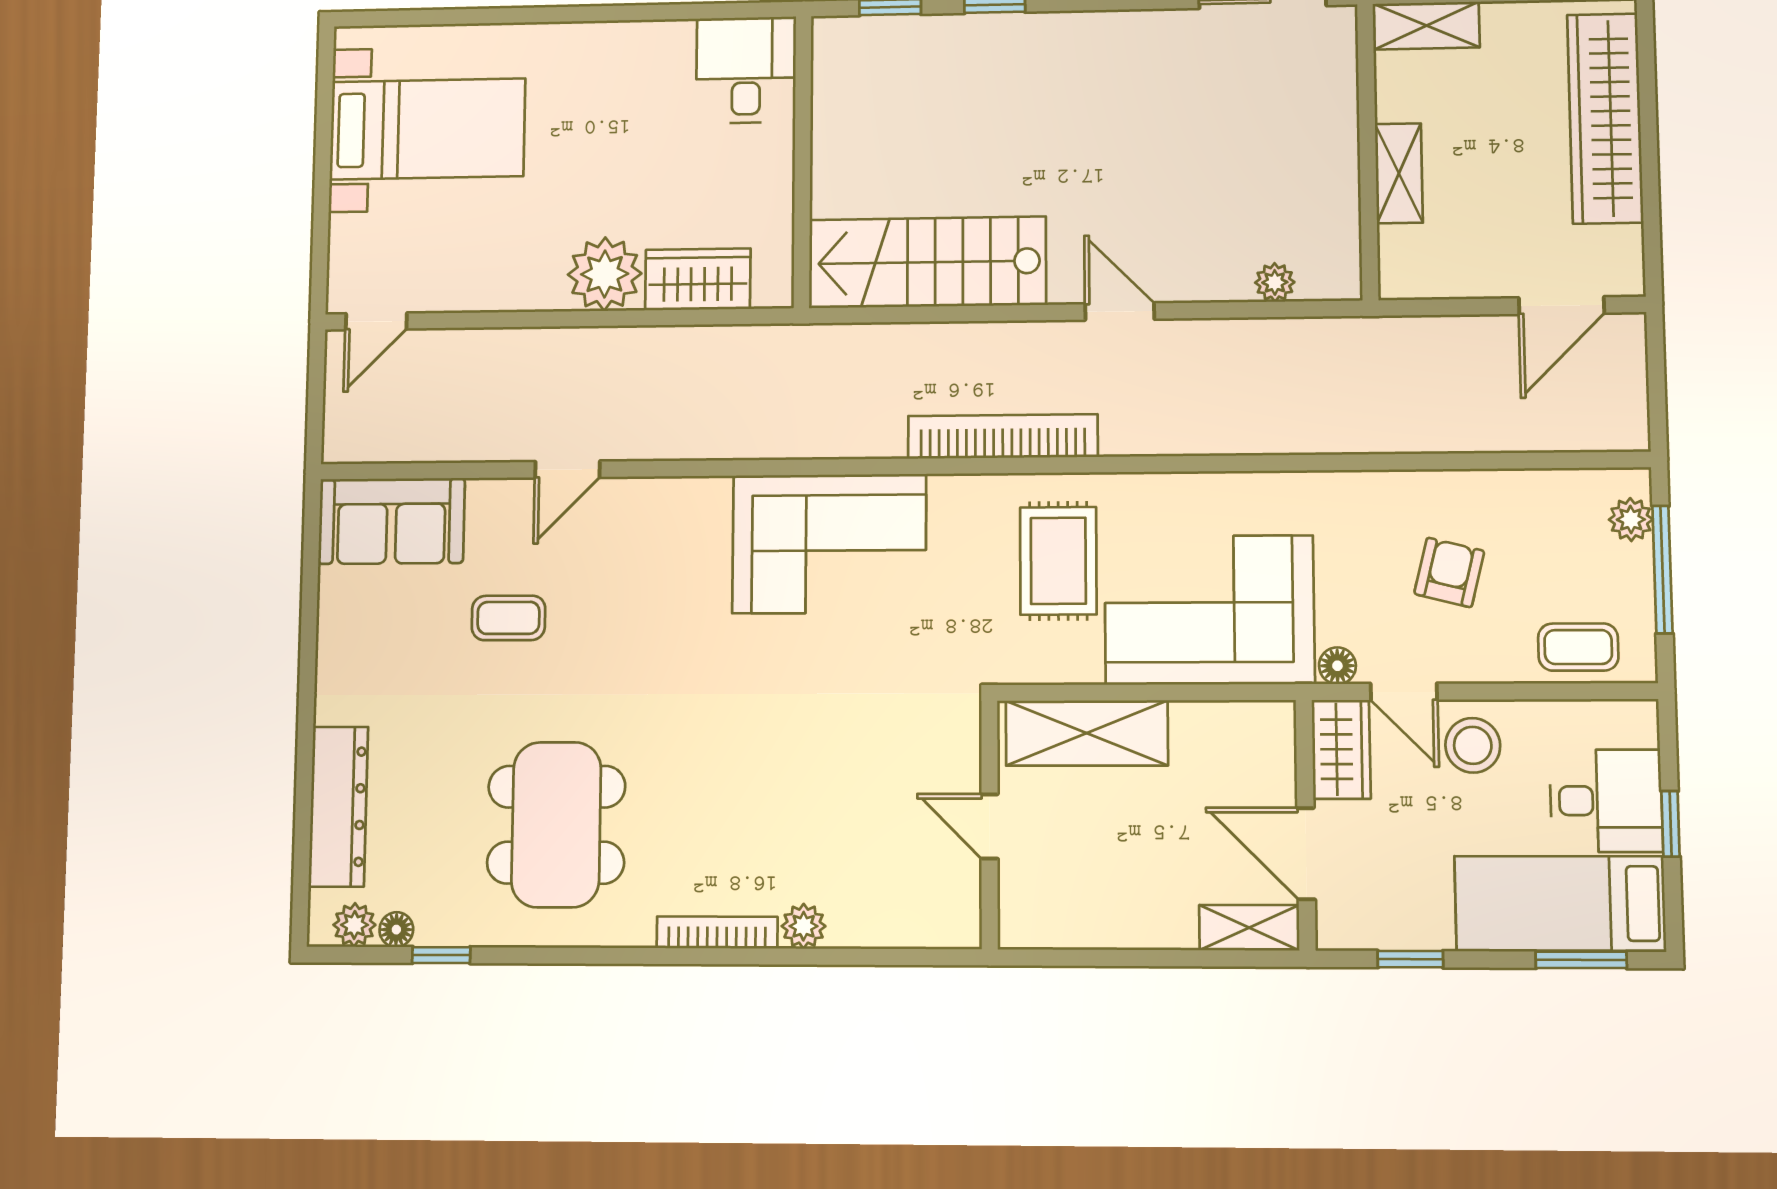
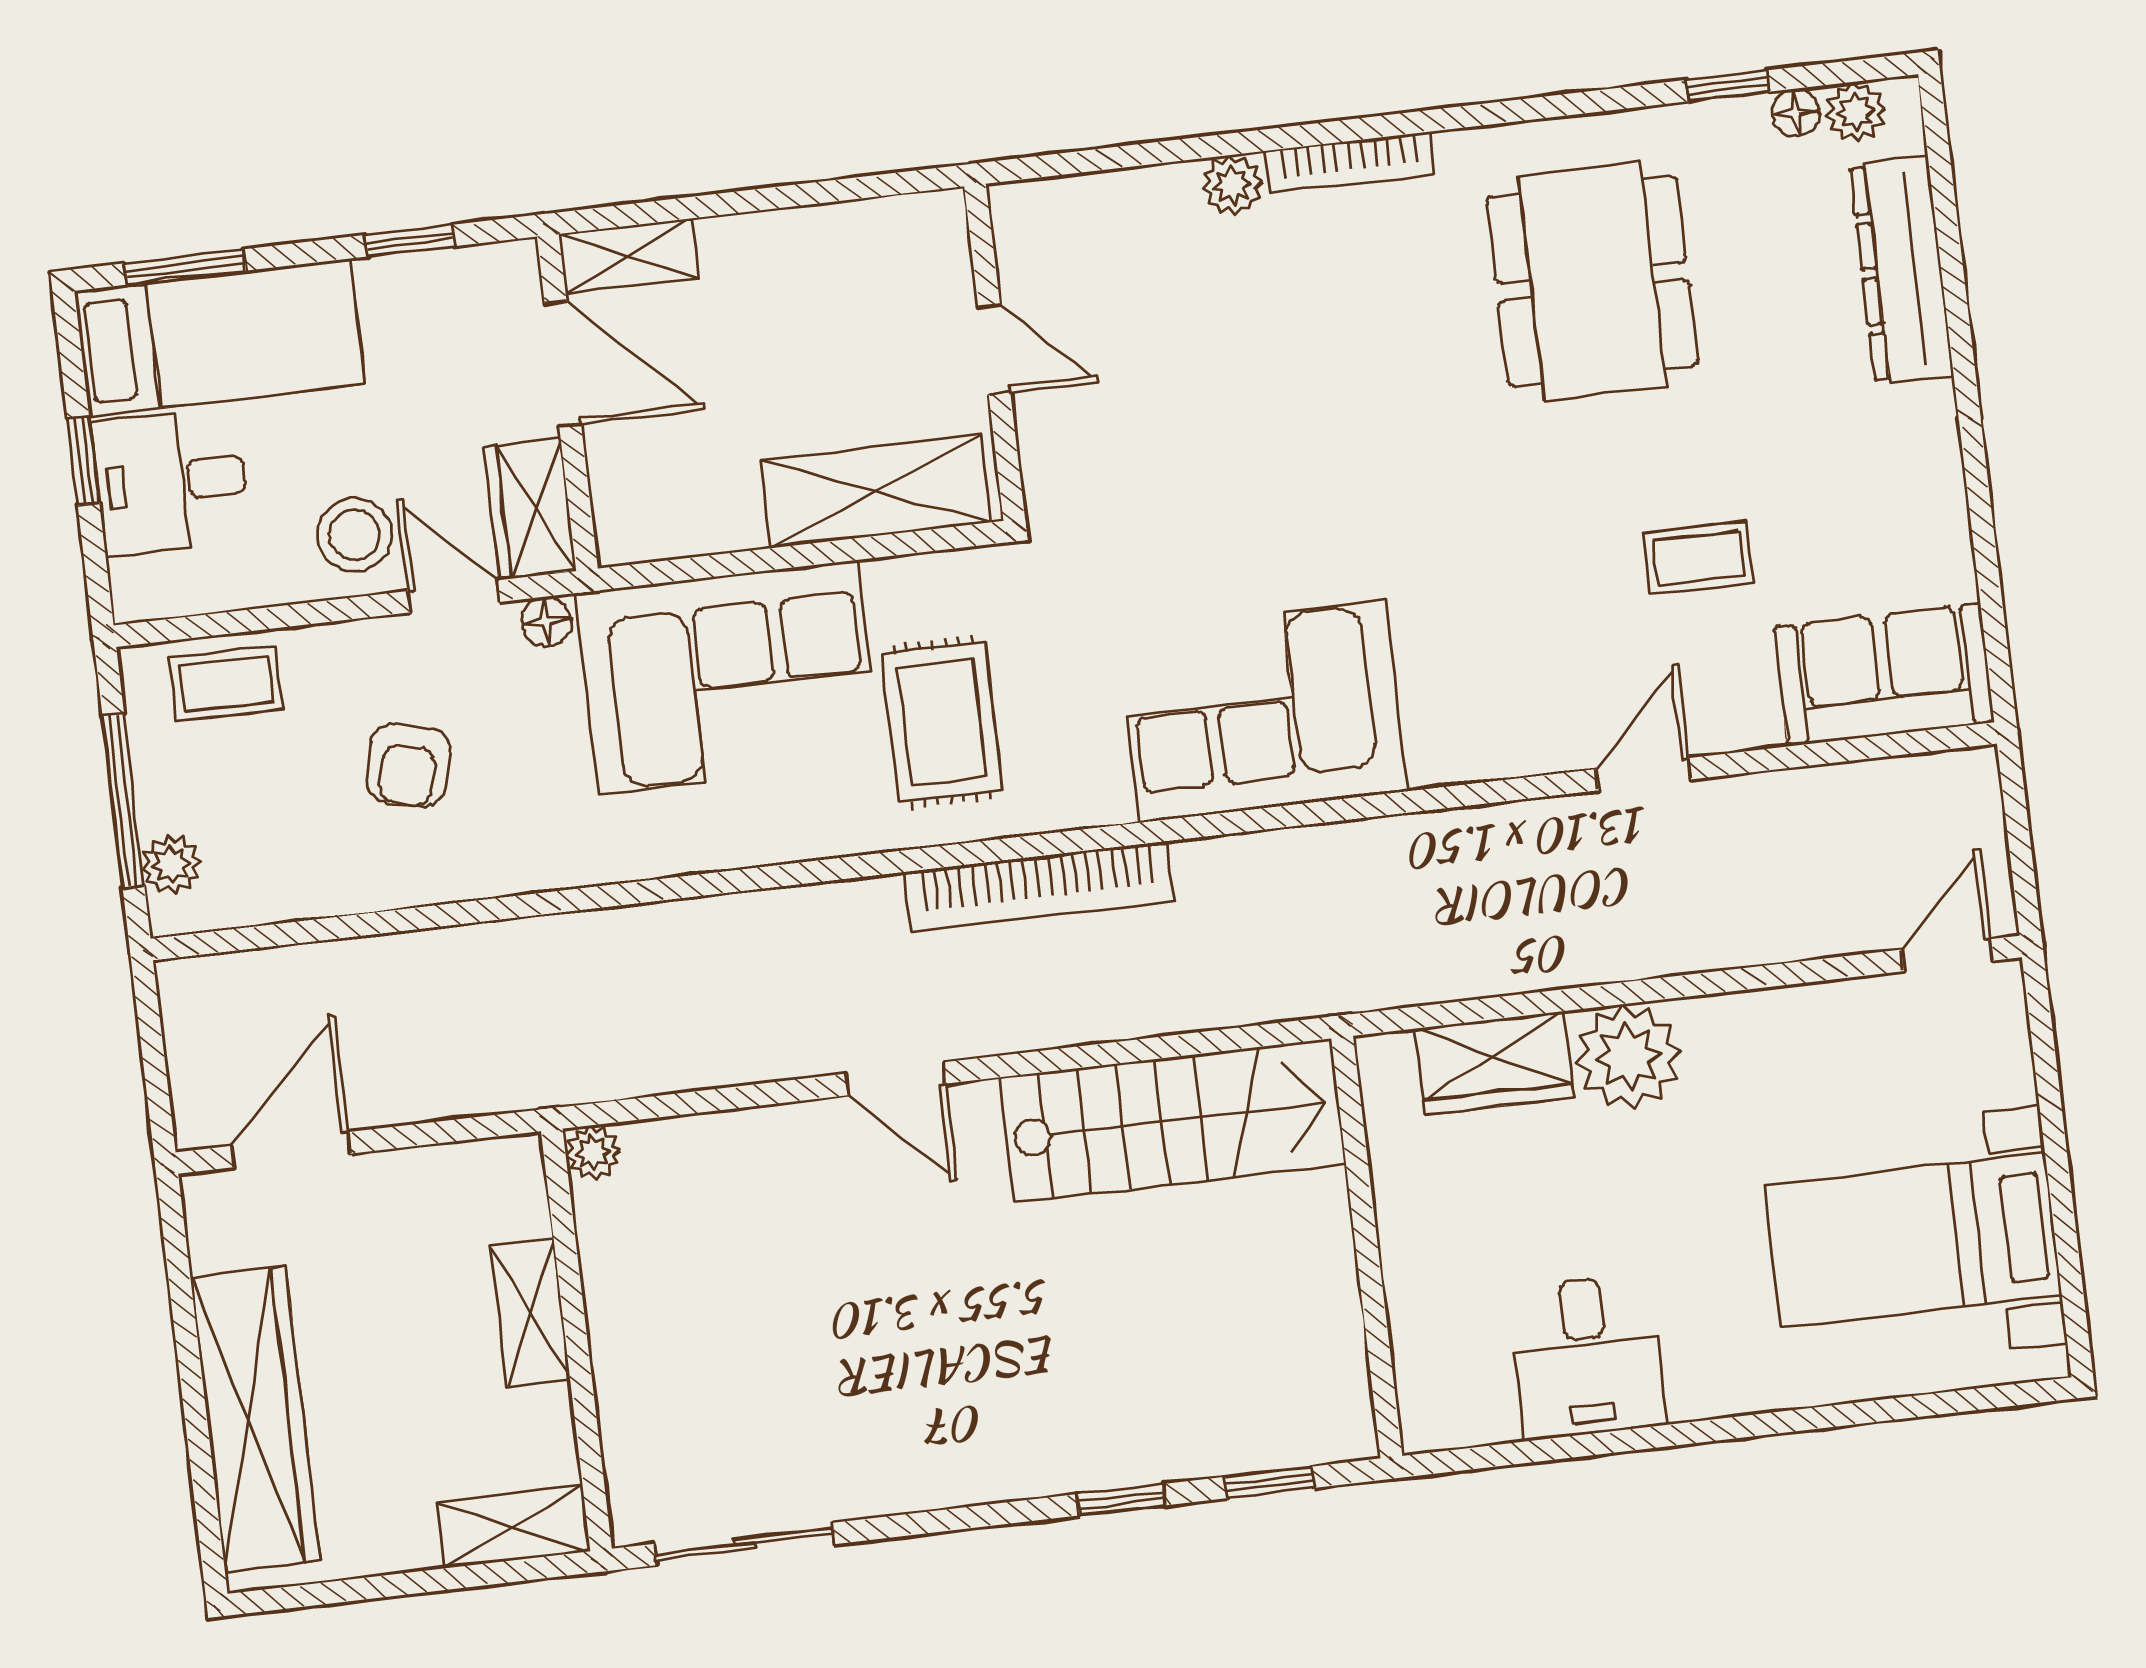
desk: (746, 70) -> (1587, 1357), moved
plant: (1275, 282) -> (593, 1153), moved

